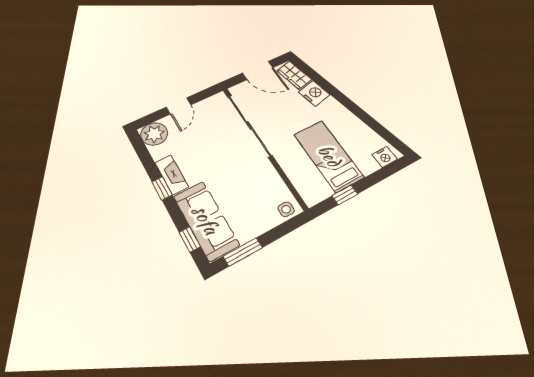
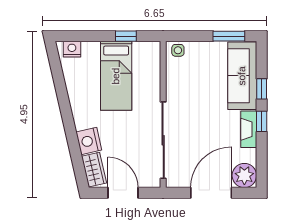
door: (179, 106) -> (211, 193), width x1.88
window: (190, 239) -> (262, 89), moved

